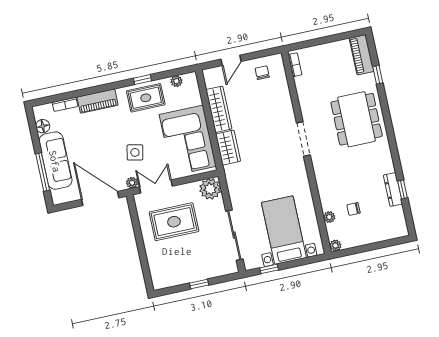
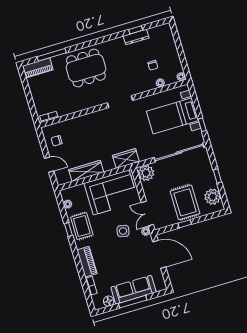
window: (378, 75) -> (52, 55), width x2.17
doorway: (303, 139) -> (120, 102), moved
wardrobe: (228, 148) -> (126, 159), moved
window: (43, 172) -> (133, 302), moved
door: (100, 199) -> (159, 254), swing flipped
rug: (174, 222) -> (185, 202), moved
window: (138, 235) -> (185, 224), added
sliding door: (234, 235) -> (179, 152), width x1.36
plant: (172, 276) -> (213, 197), added

